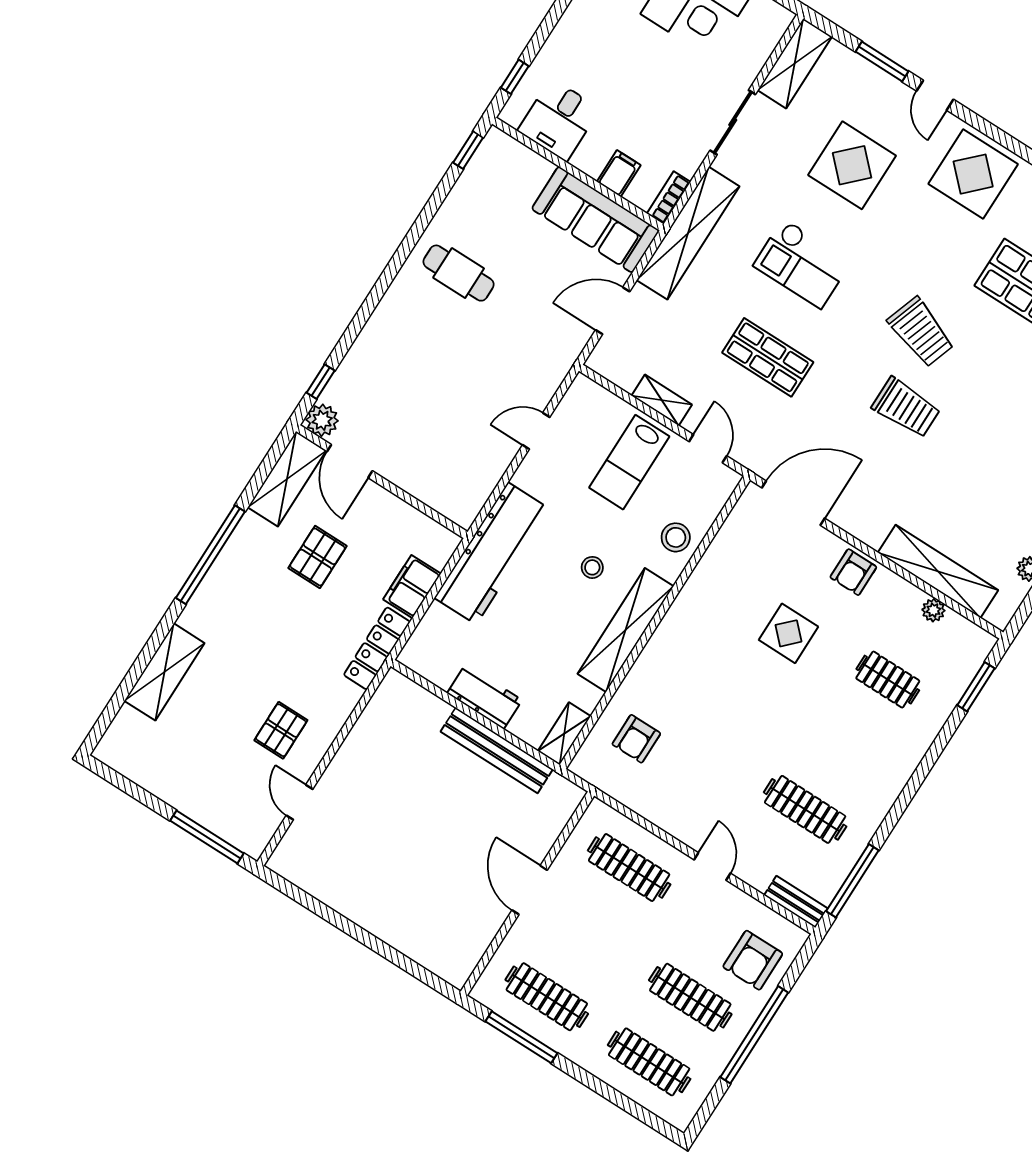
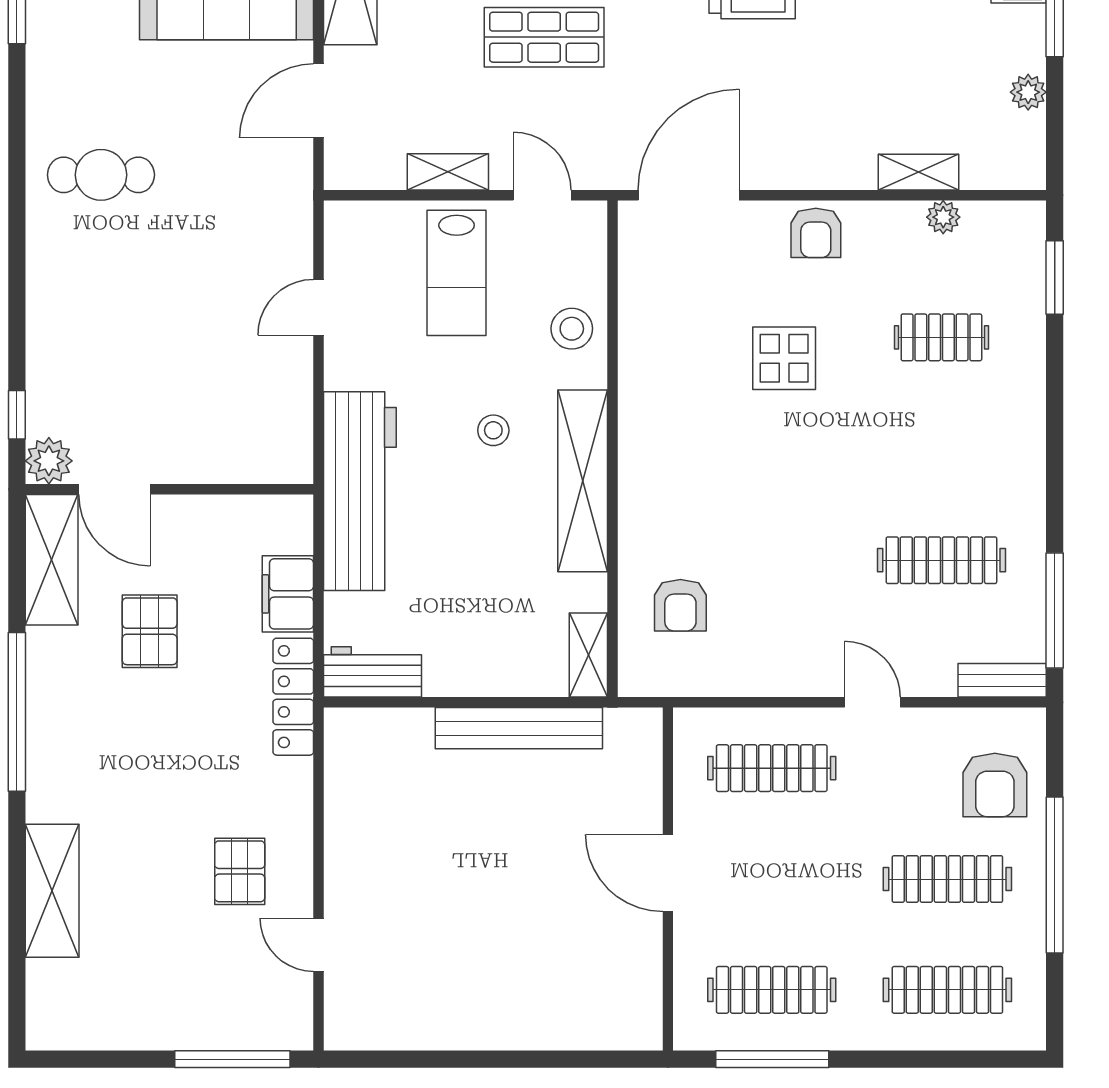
shelving: (938, 571) -> (919, 172), width x0.45, depth x0.75
workbench: (485, 697) -> (373, 672), moved

